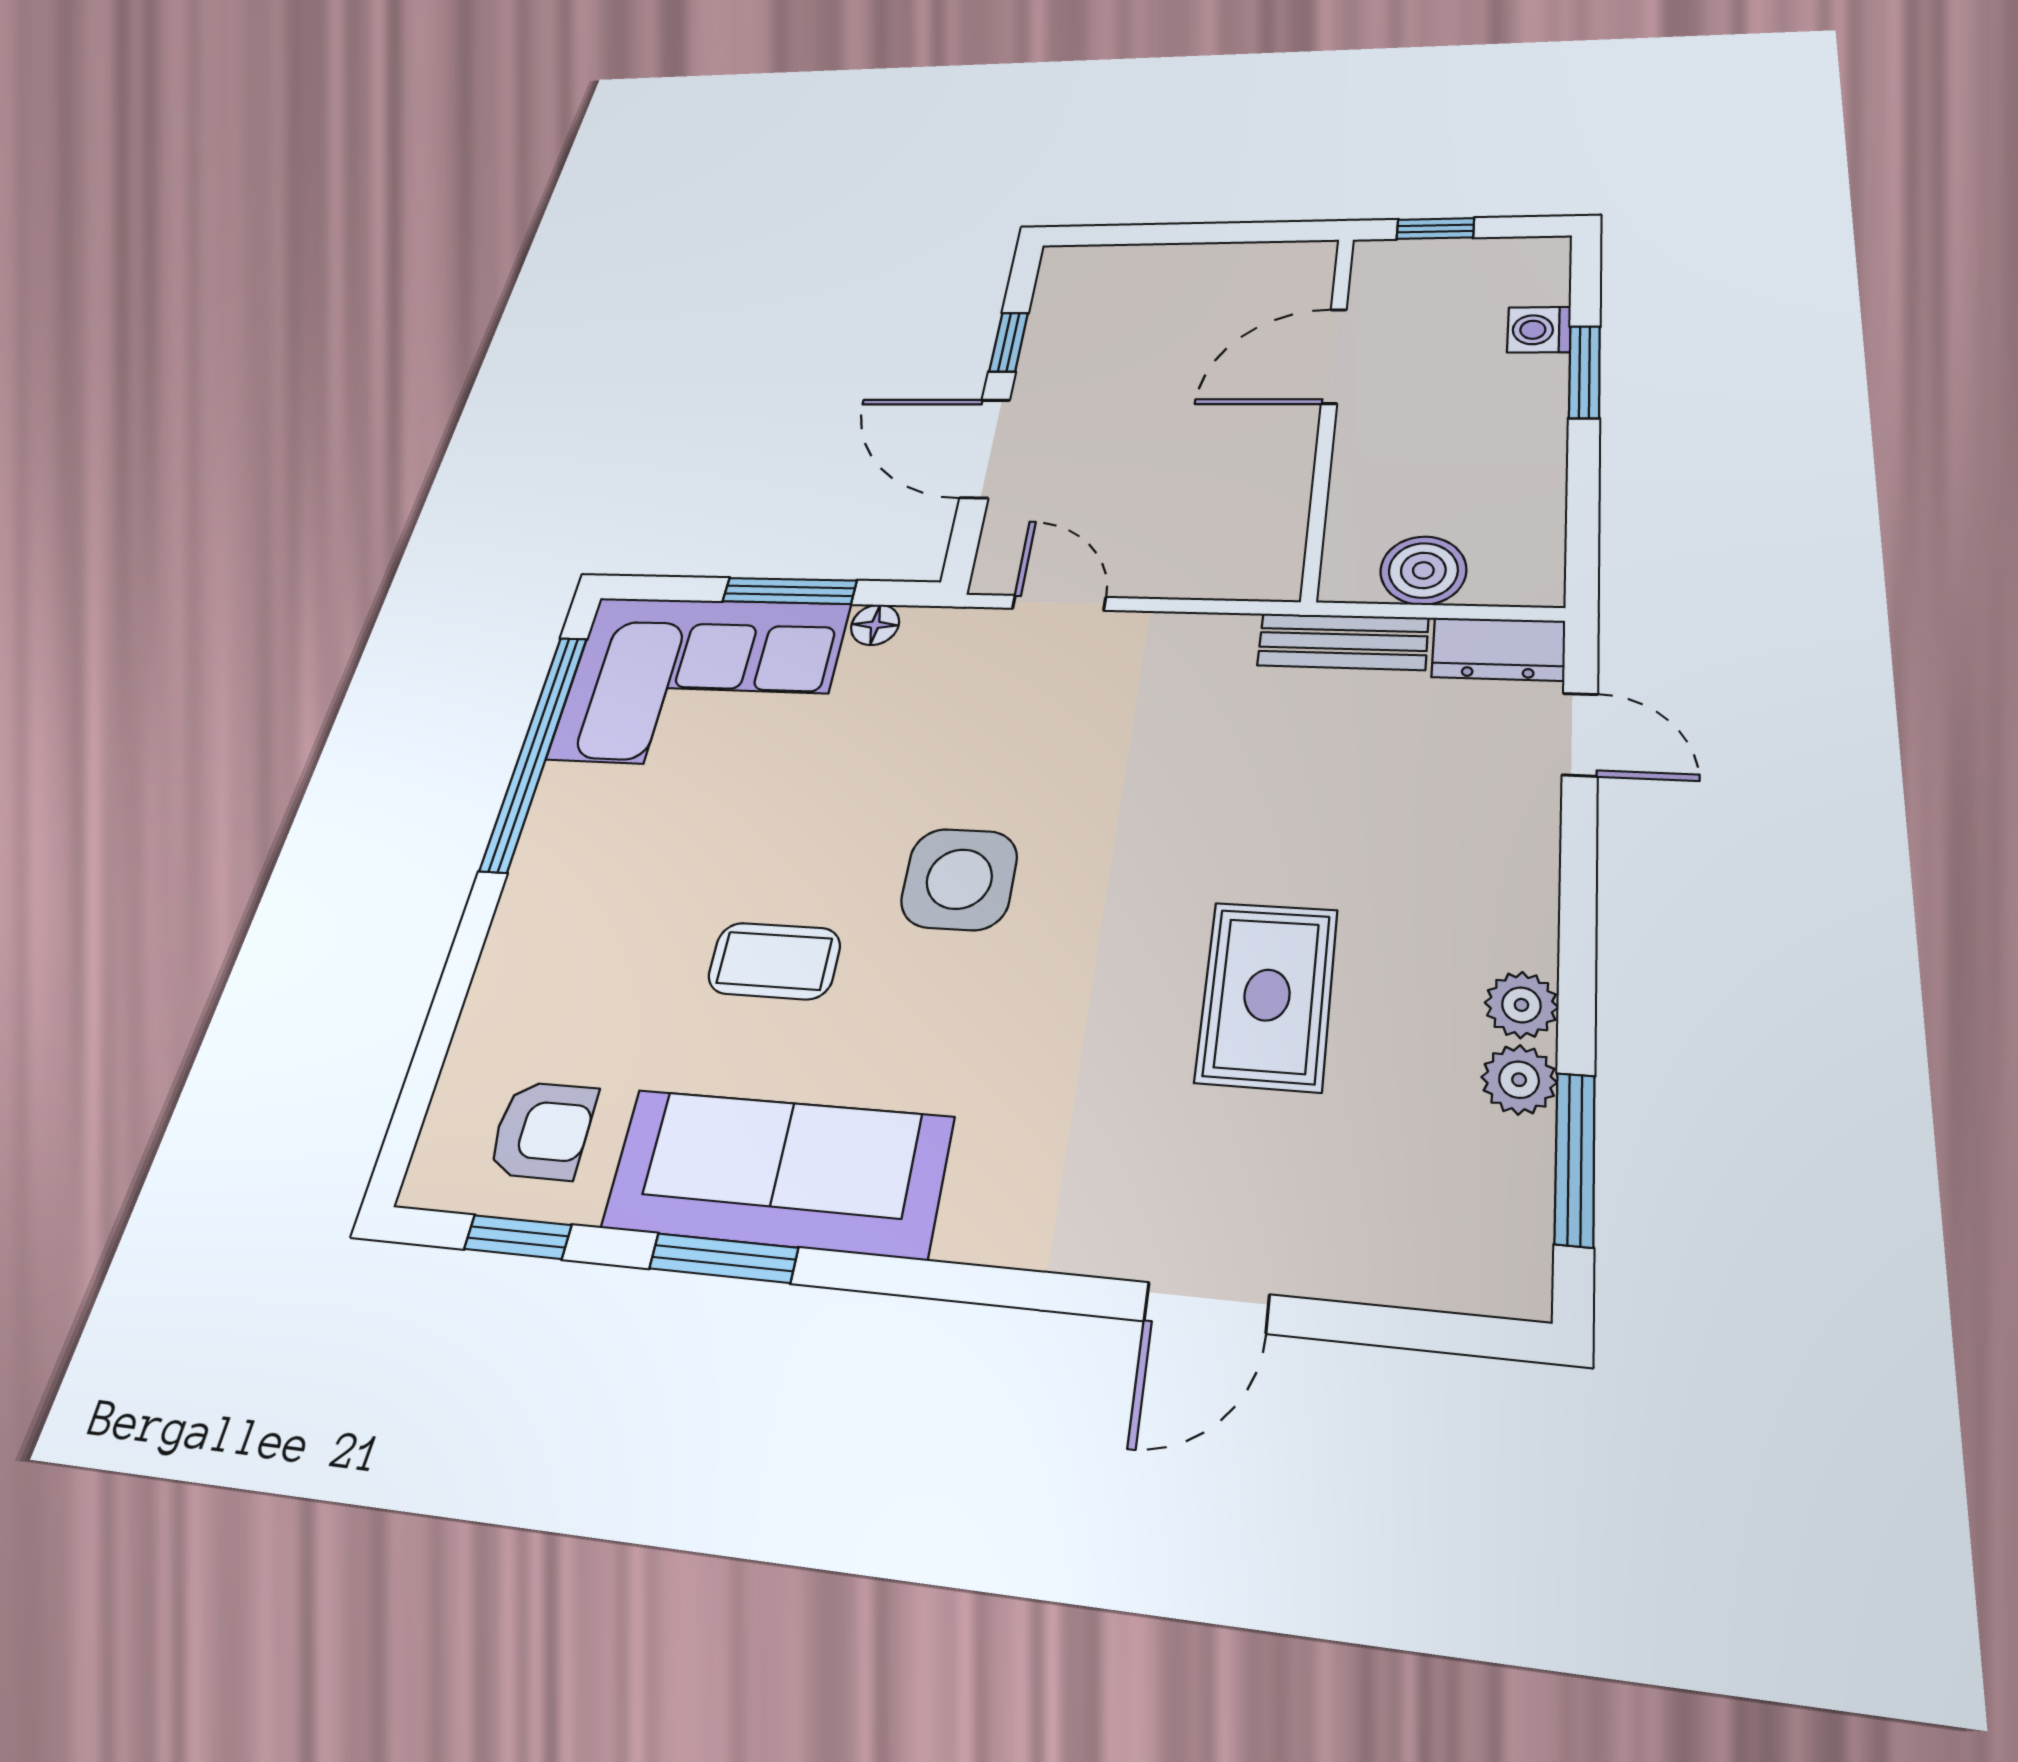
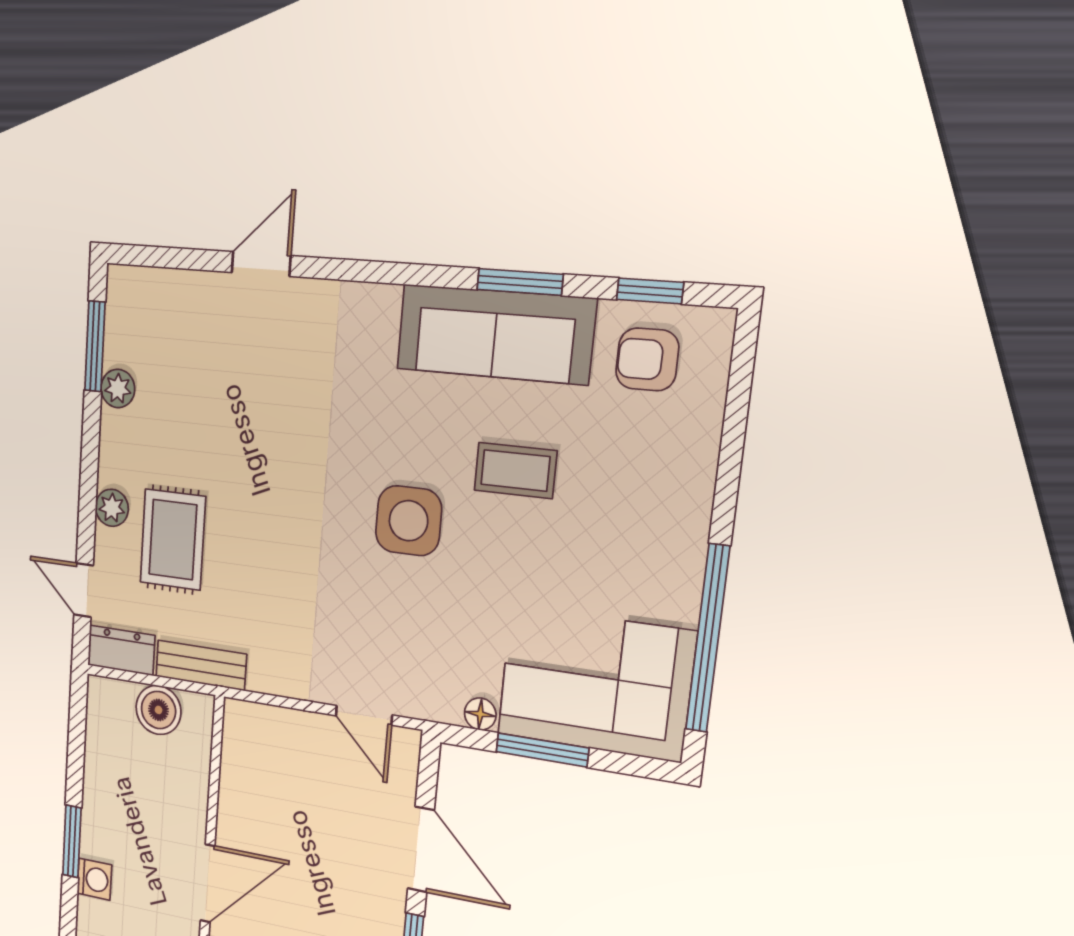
rug: (1267, 995) -> (173, 540), moved
plant: (1521, 1005) -> (112, 508), moved

